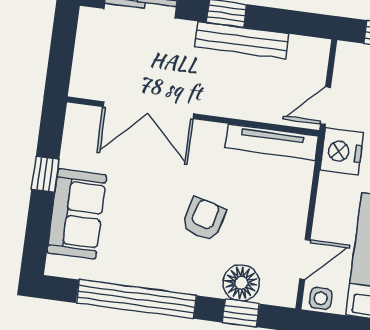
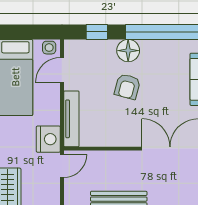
tv unit: (272, 142) -> (71, 119), moved, turned 90
floor lamp: (241, 283) -> (128, 51), moved

